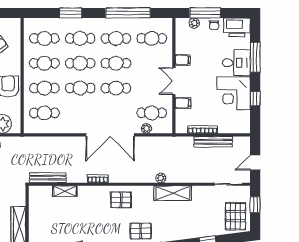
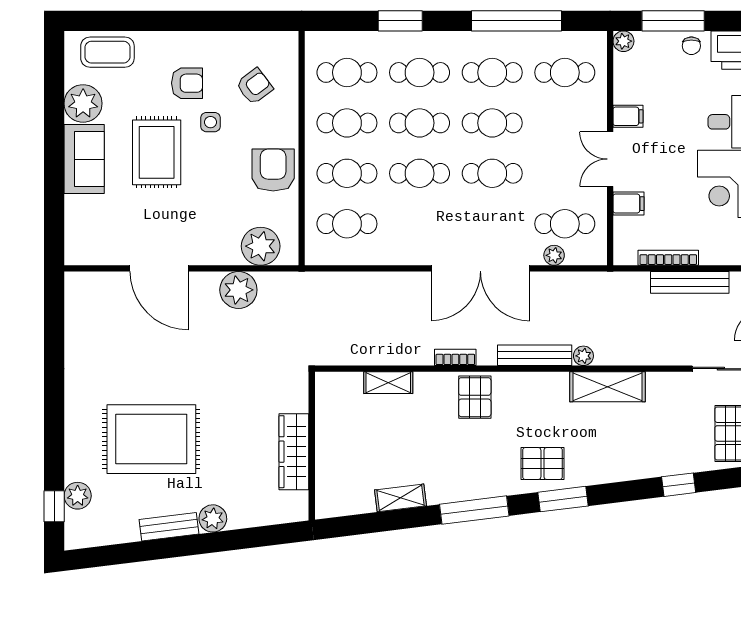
plant: (194, 23) -> (623, 41), moved
bench: (48, 178) -> (535, 355), moved
pallet: (121, 200) -> (475, 397), moved, turned 90

